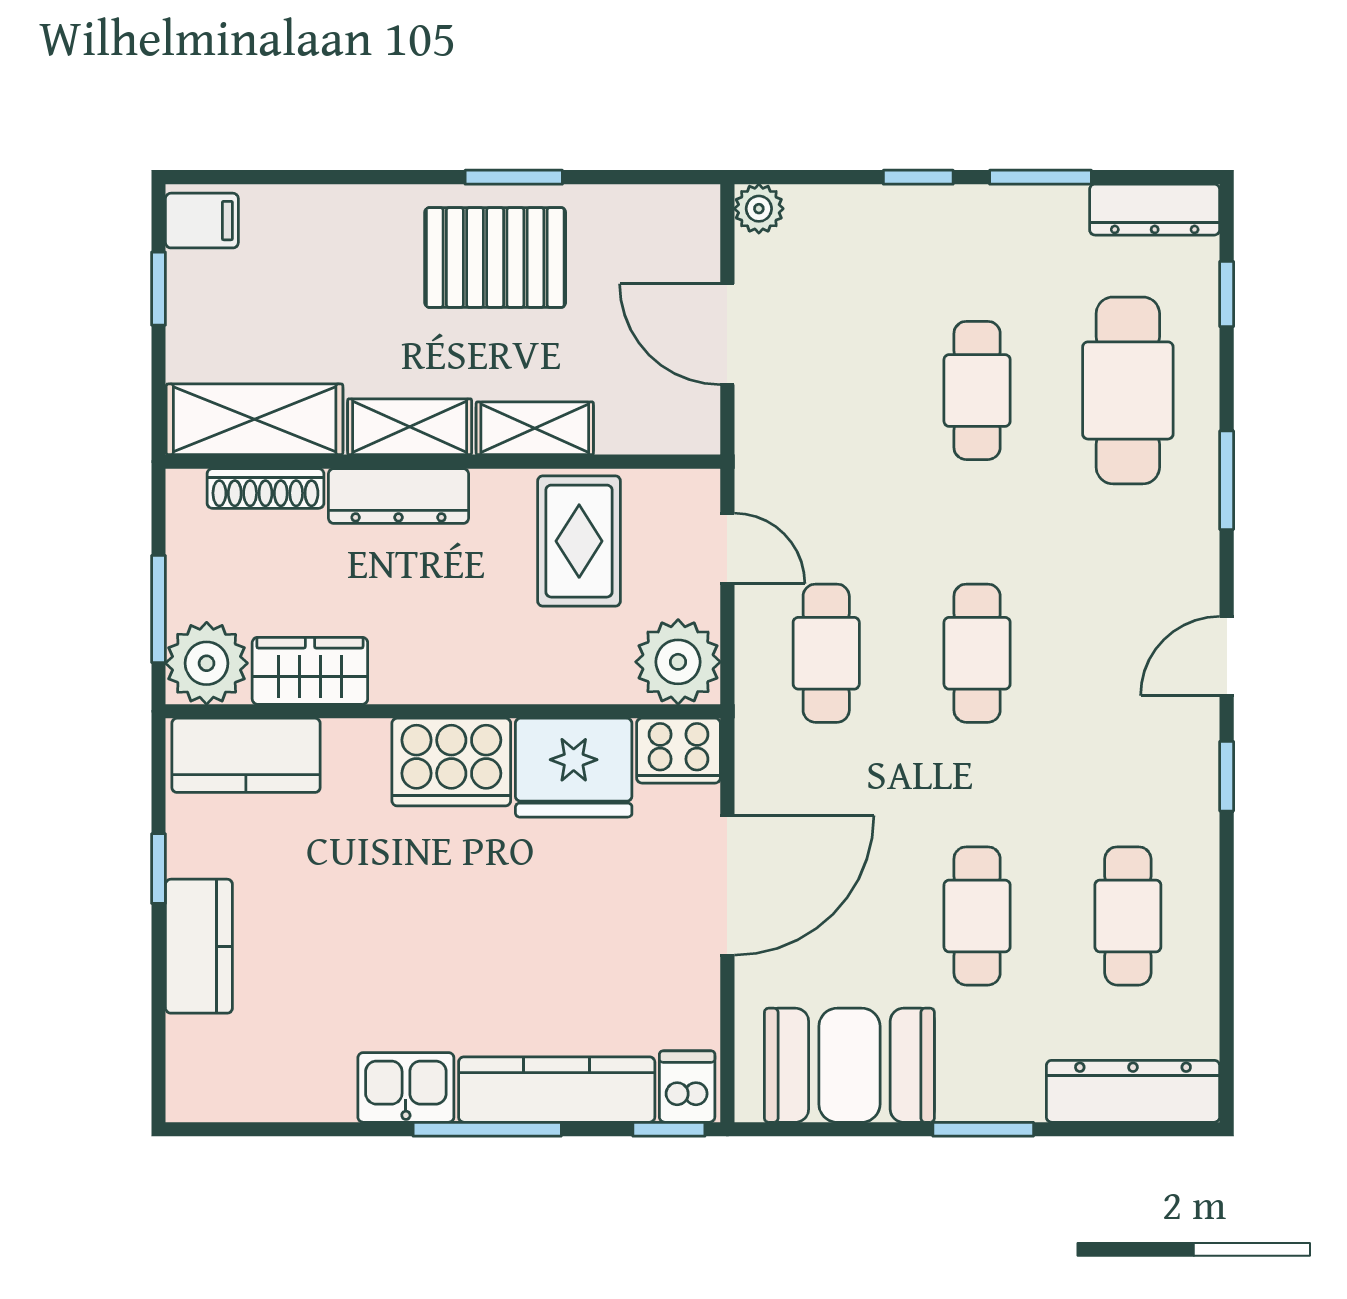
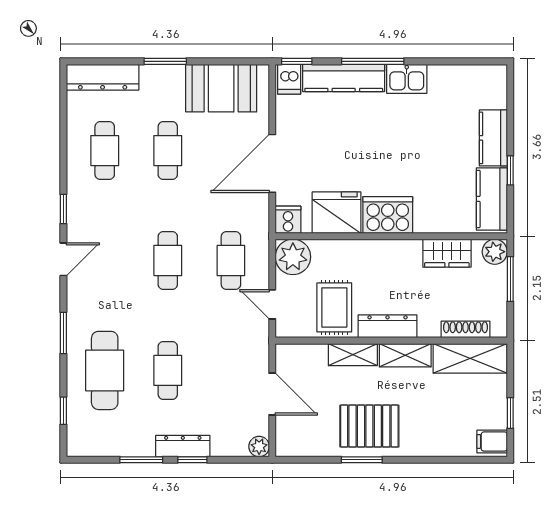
dresser: (1155, 210) -> (183, 446), moved
dresser: (398, 496) -> (388, 326), moved
plant: (207, 663) -> (495, 252), width x0.73, depth x0.73
cooker: (679, 751) -> (288, 220), width x0.73
kitchen counter: (246, 755) -> (492, 199), moved, turned -90

